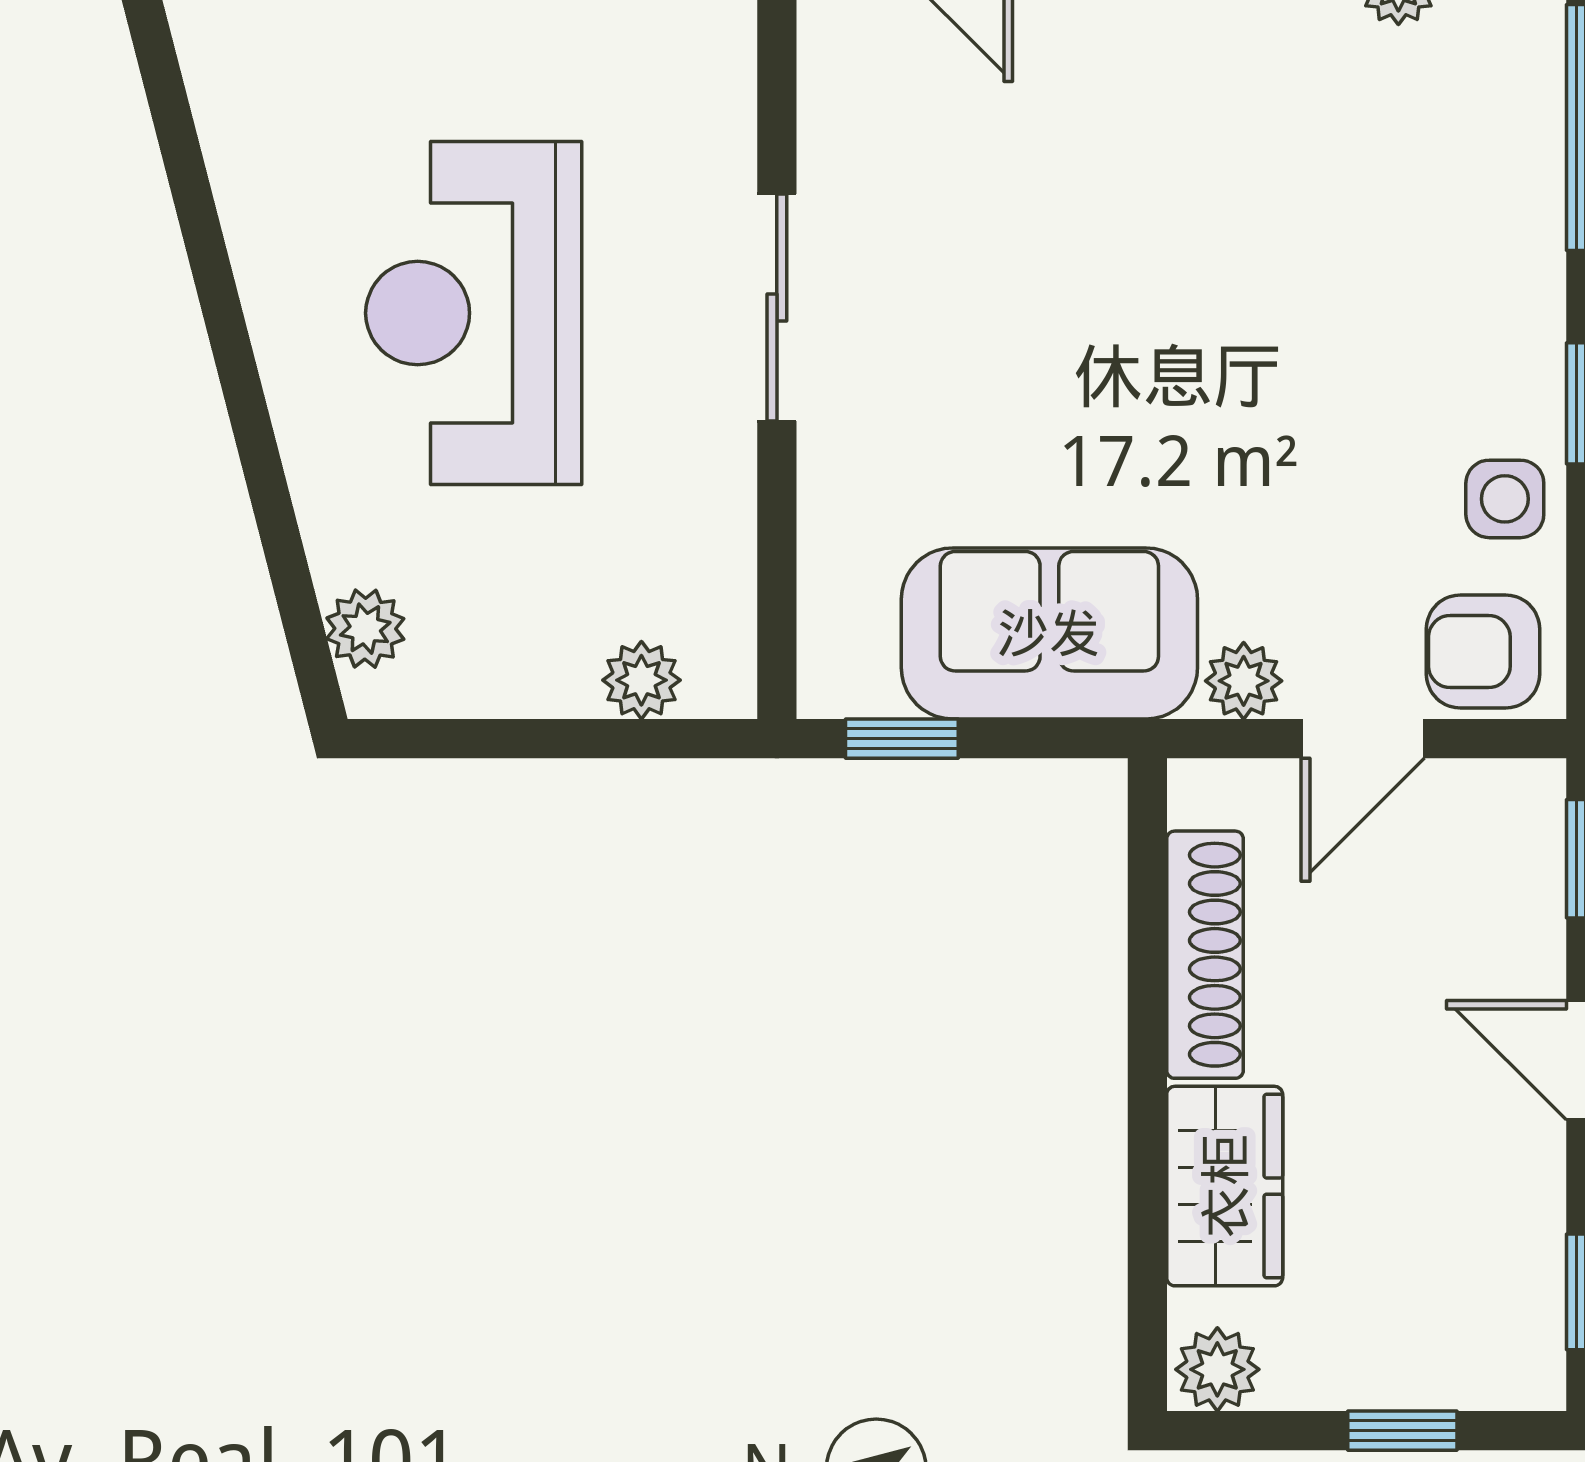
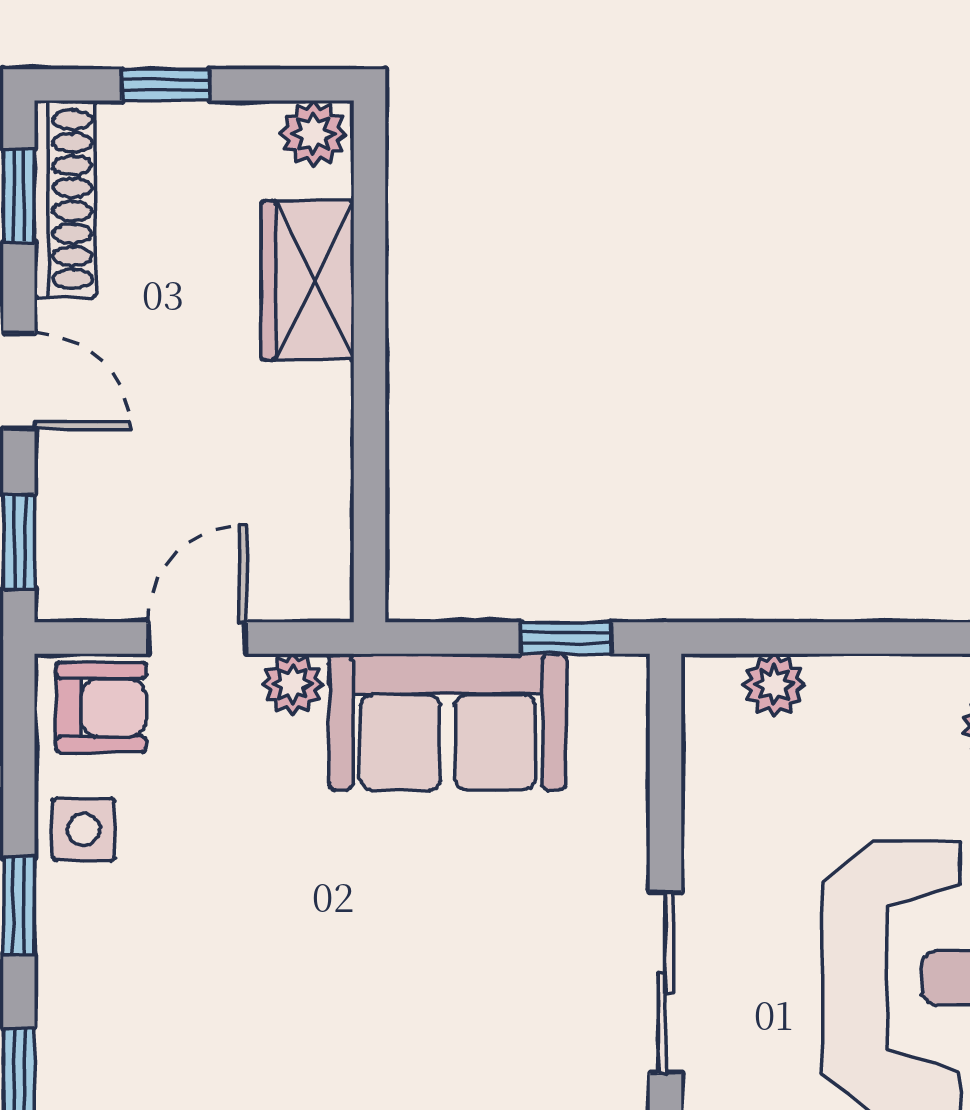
shoe rack: (1205, 955) -> (65, 199), moved, turned 180

